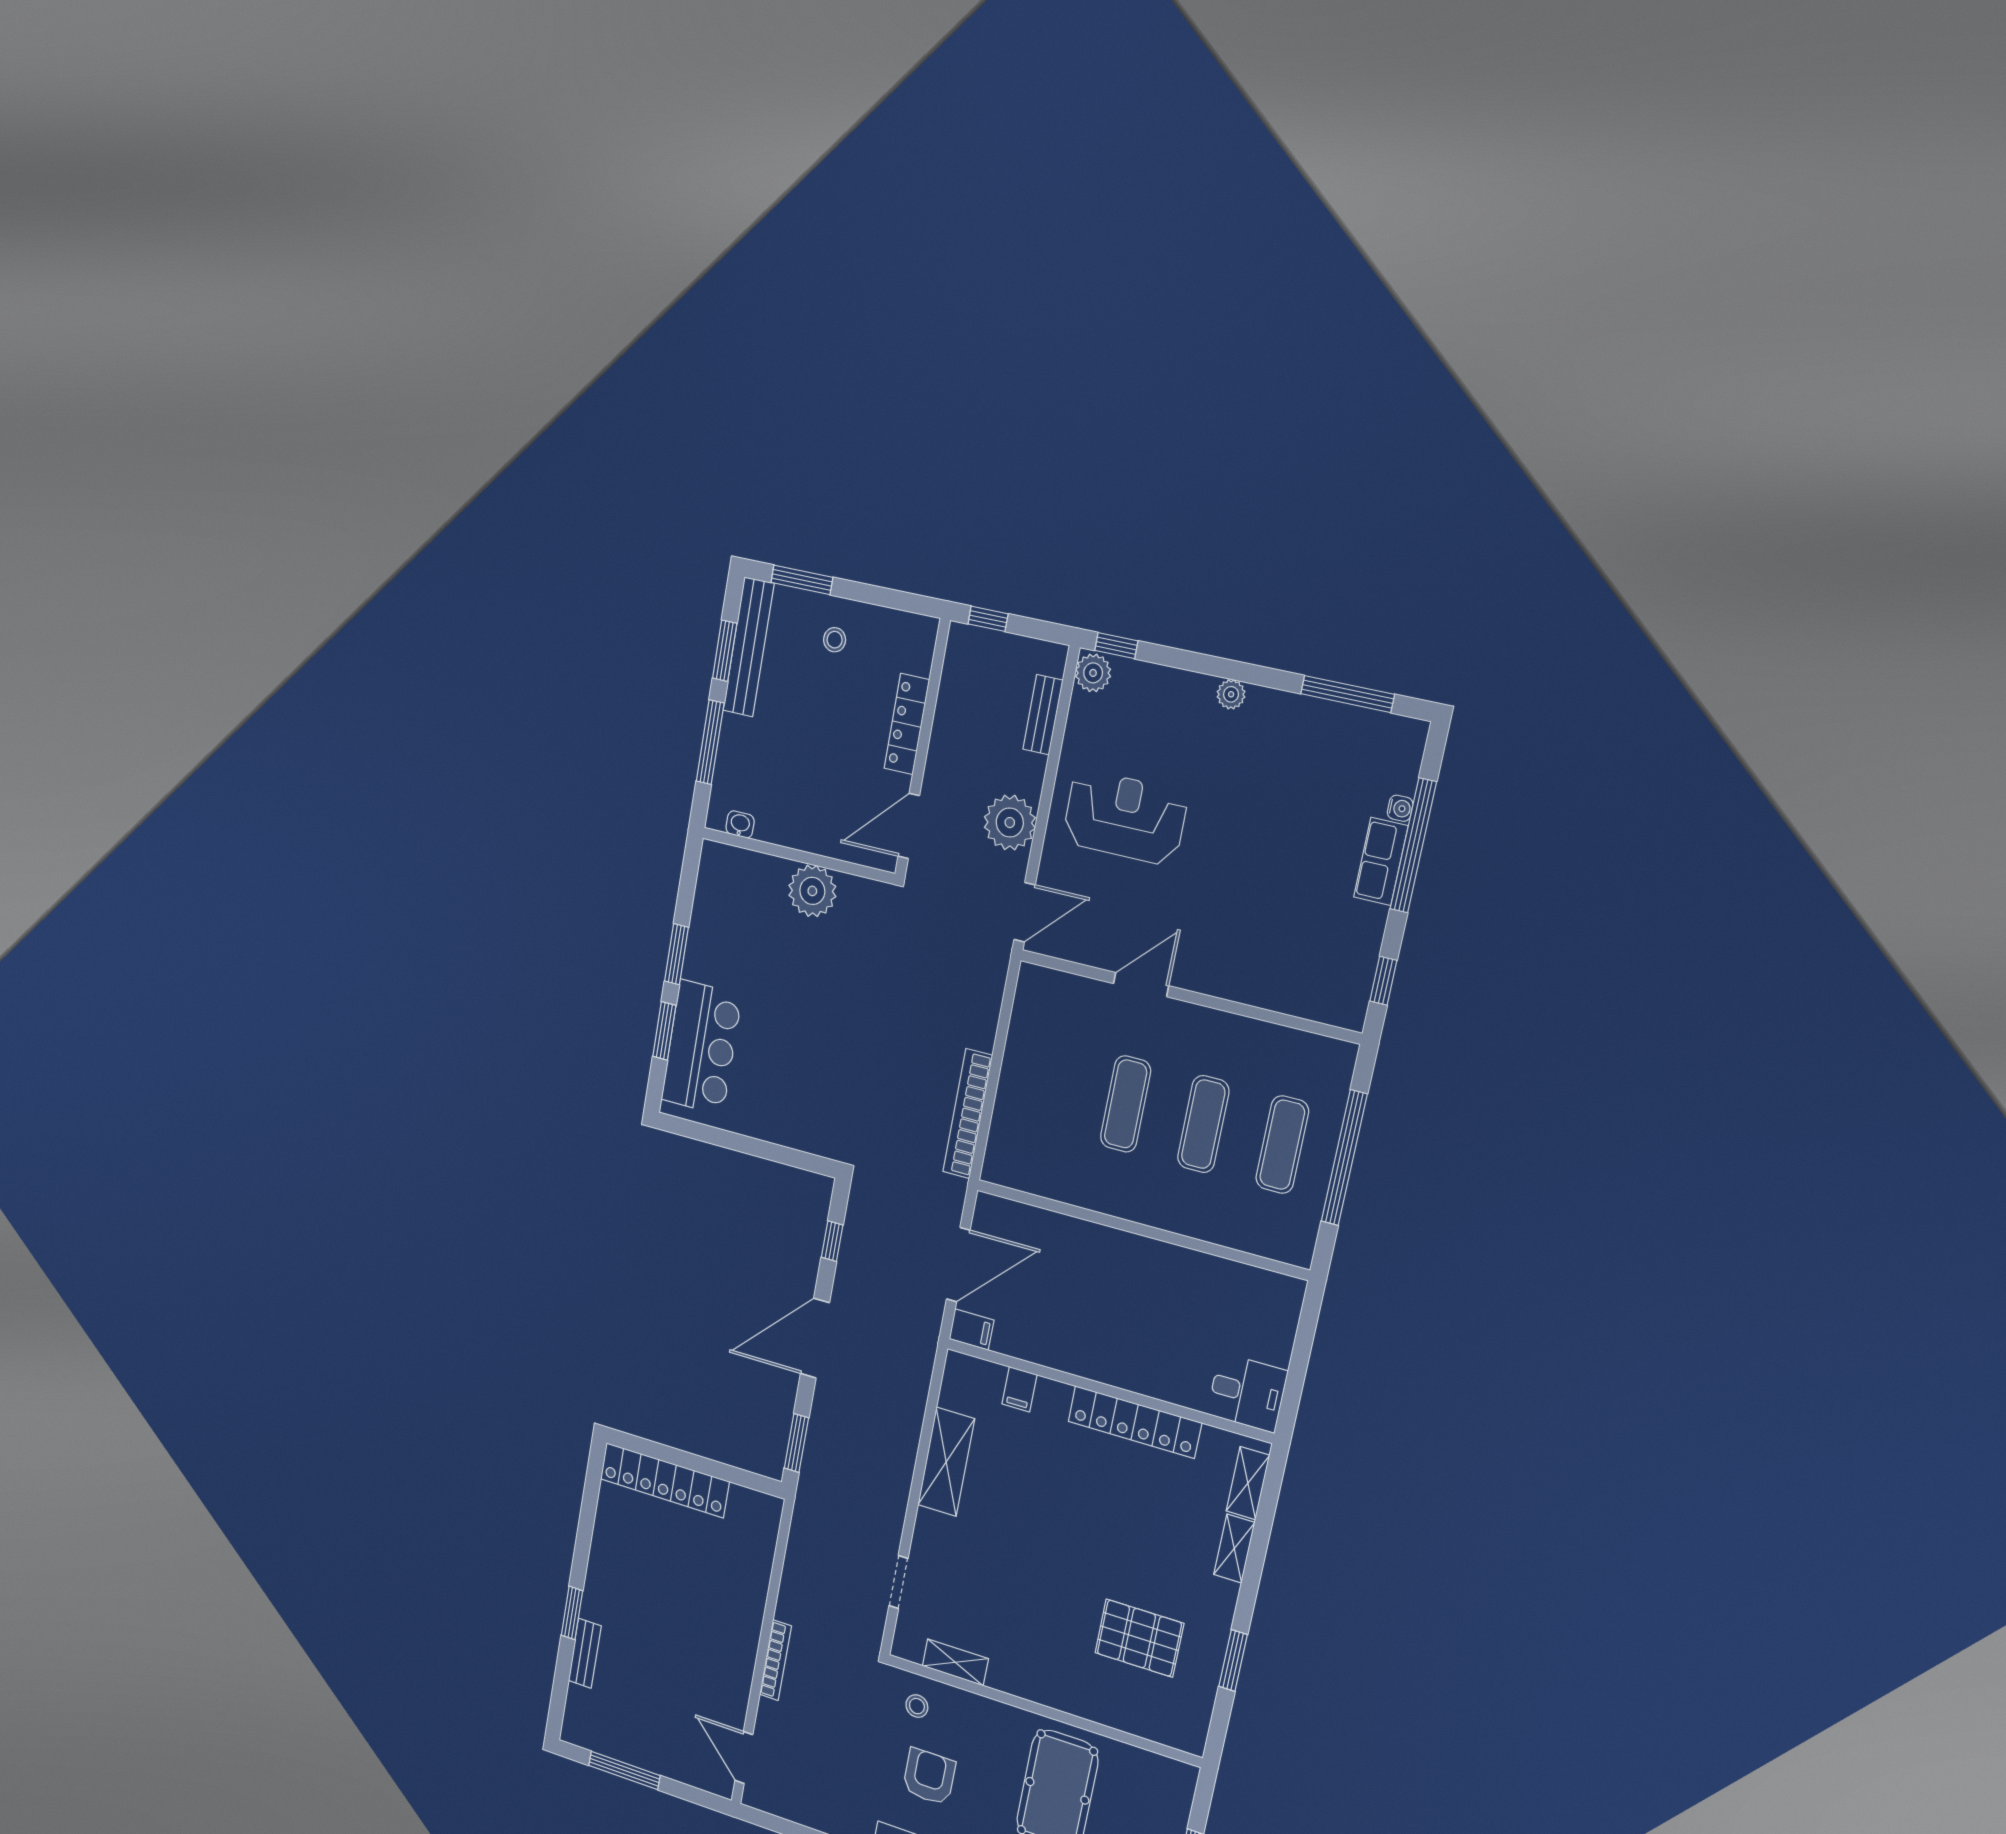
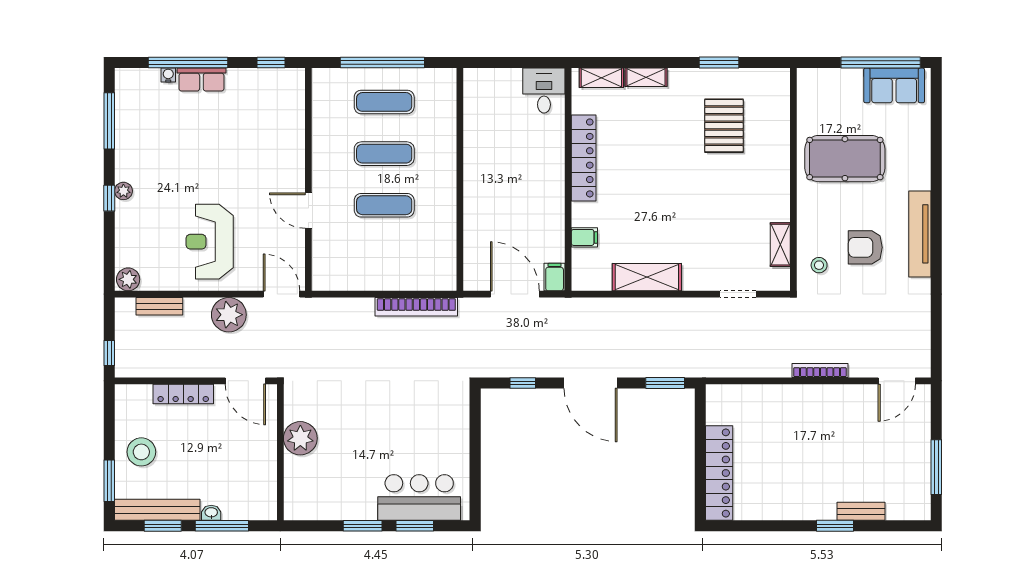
stool: (835, 640) -> (141, 452), width x1.89, depth x1.89
window: (1116, 646) -> (109, 198), moved
washbasin: (740, 824) -> (211, 513), moved, turned 90

